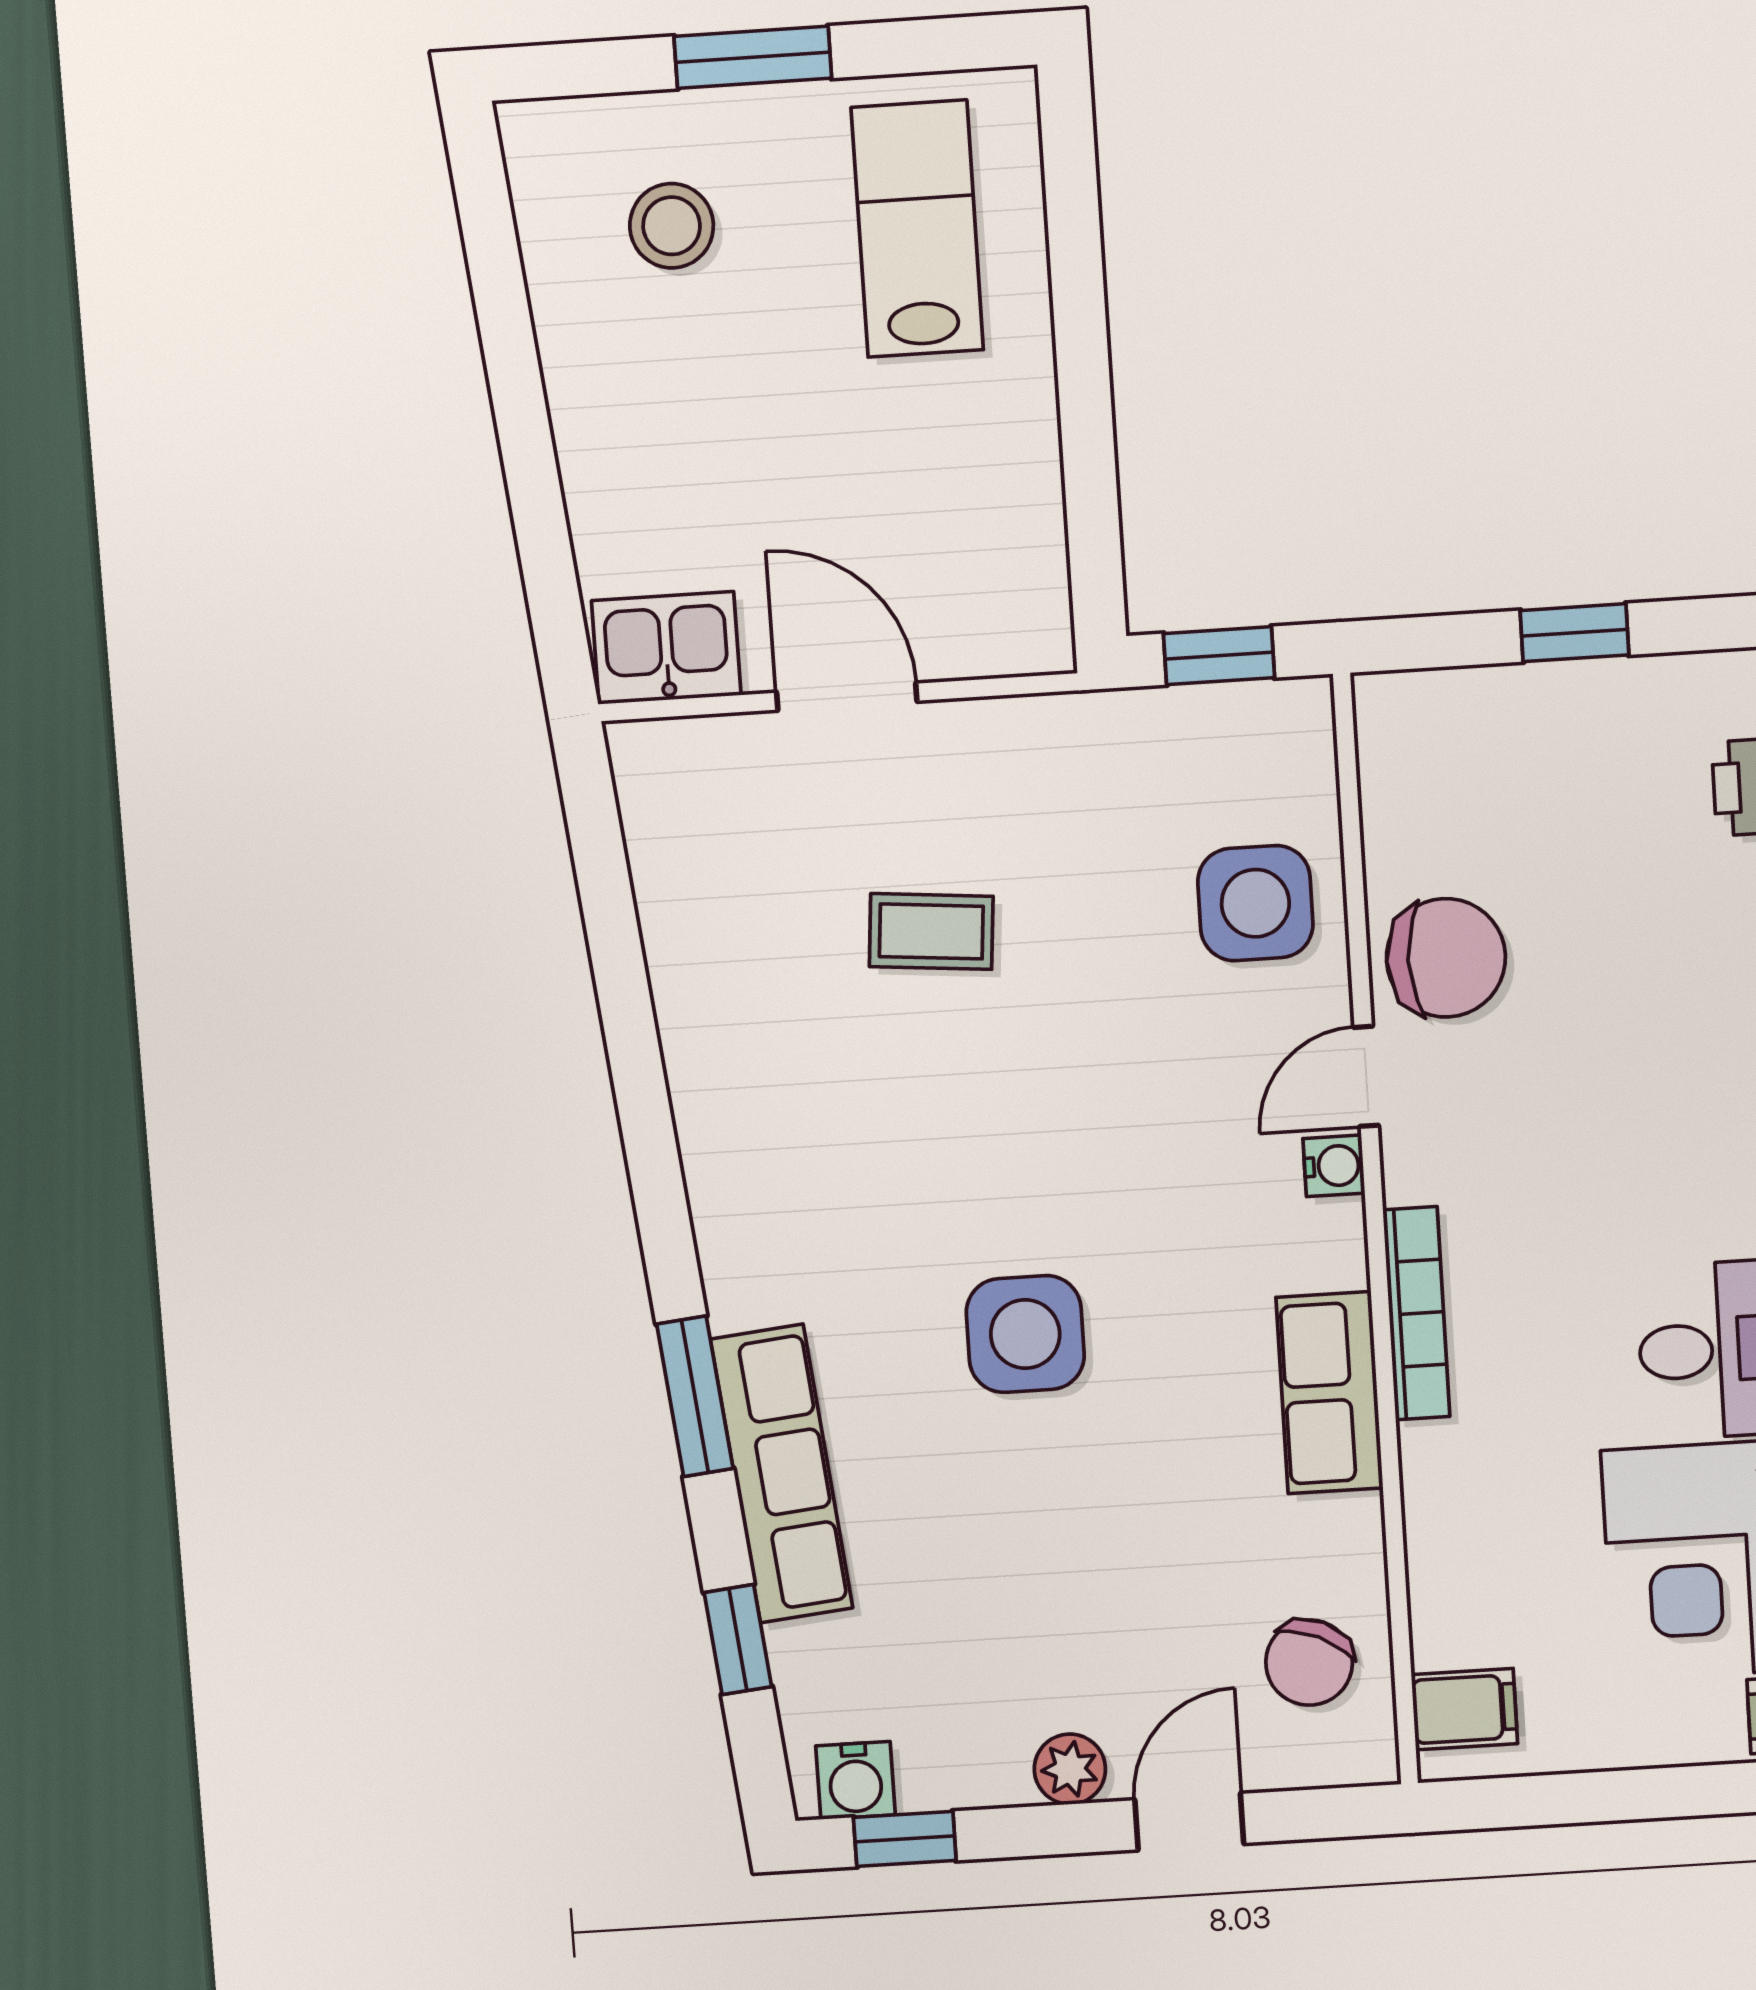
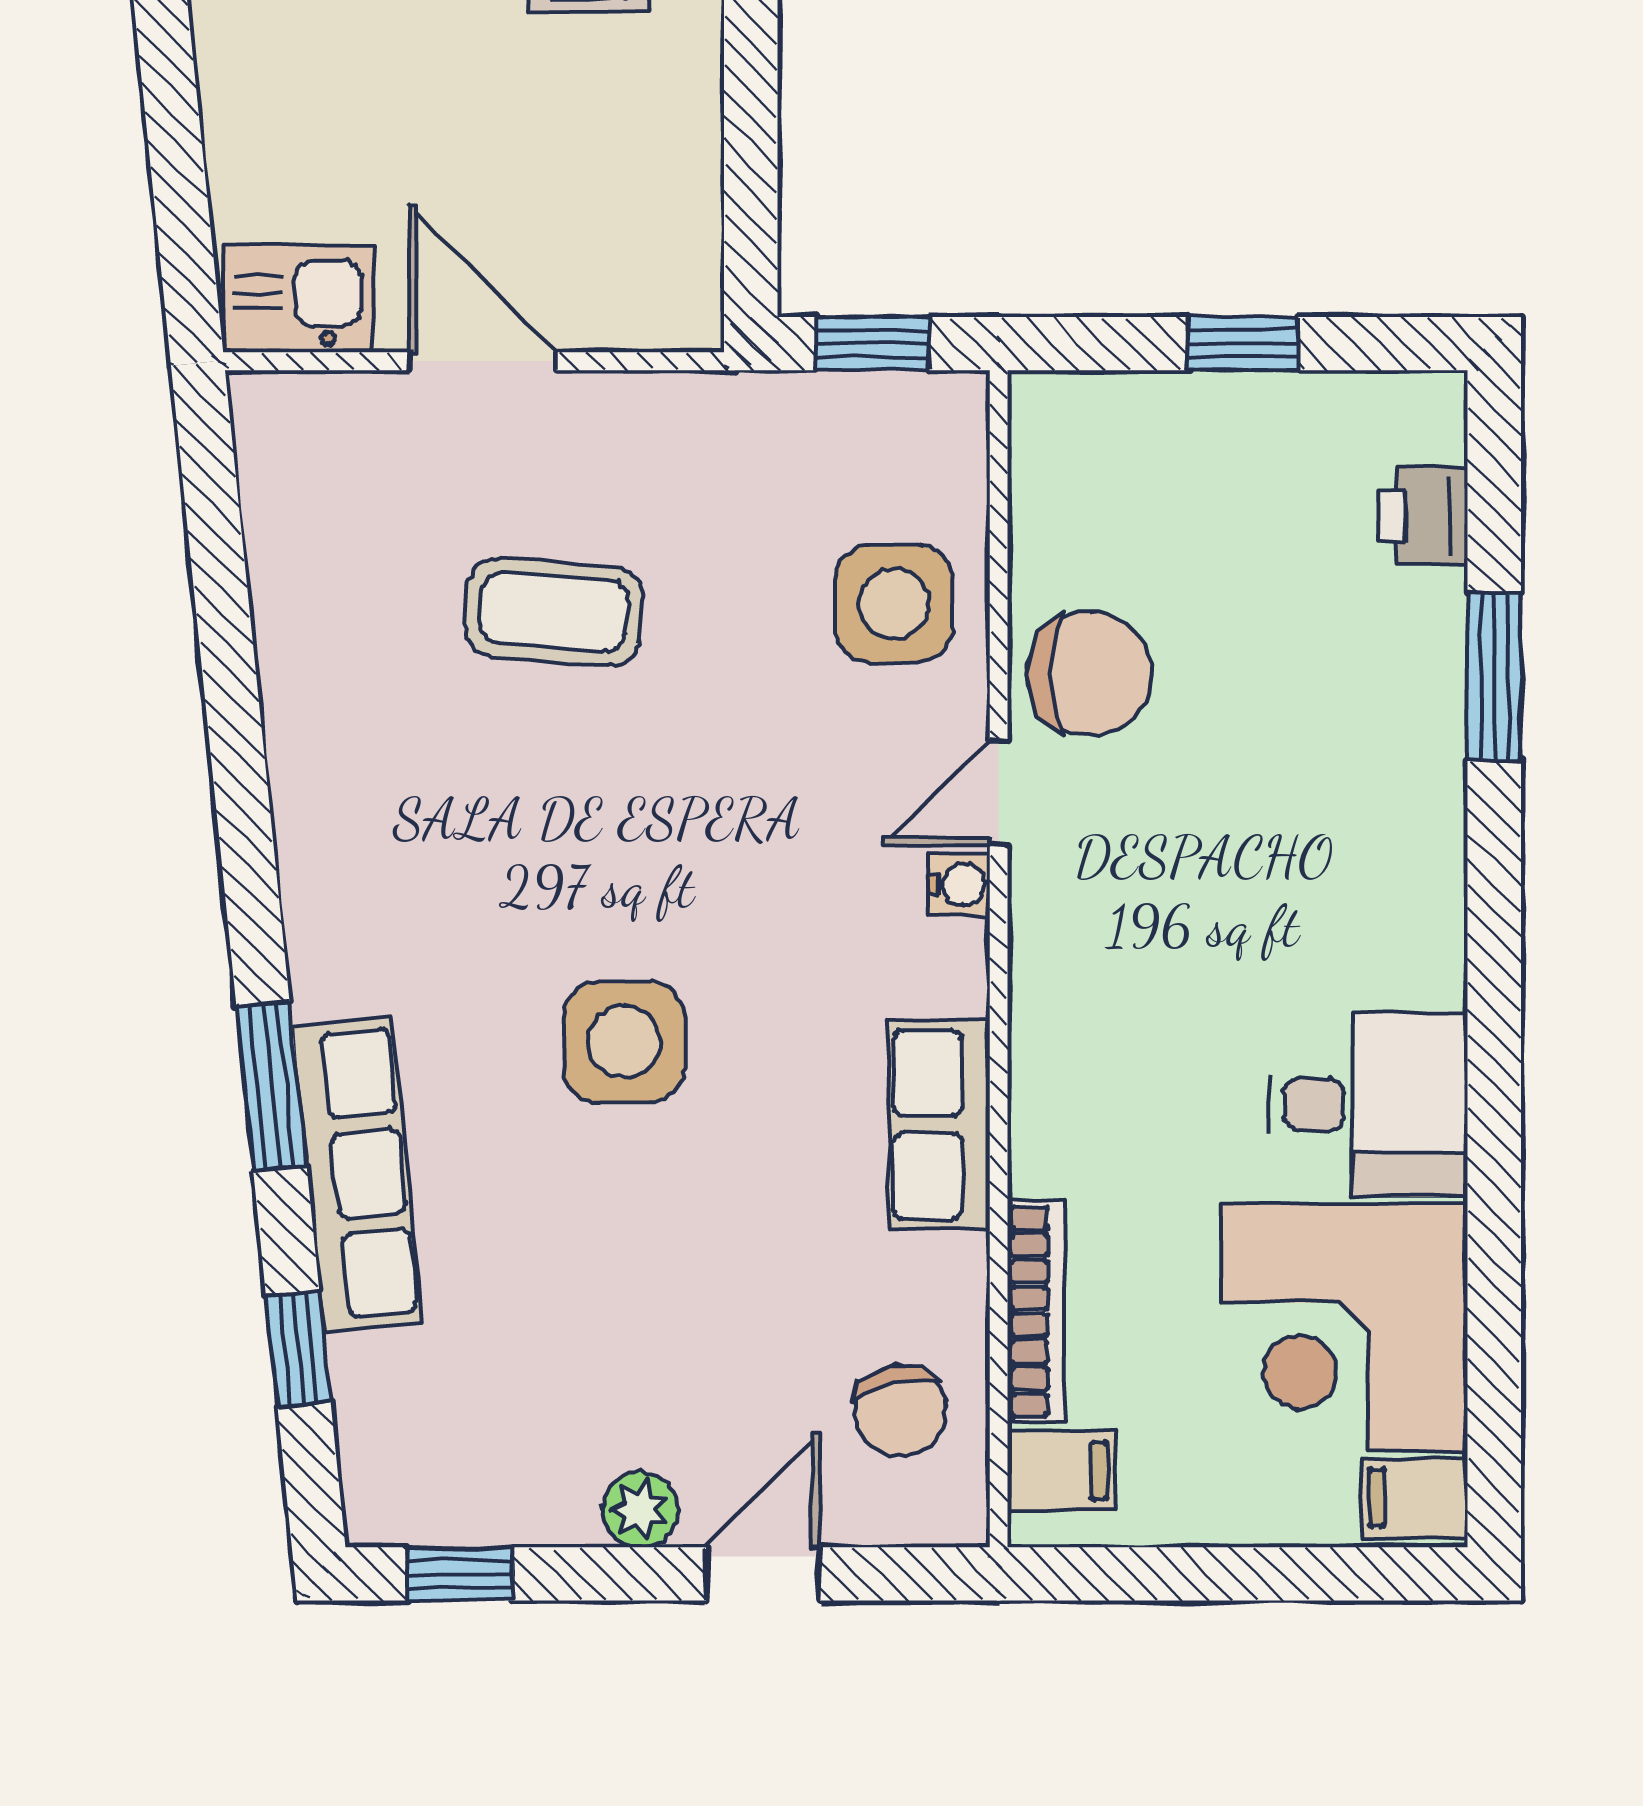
coffee table: (931, 931) -> (554, 612), width x1.36, depth x1.30
bookcase: (1416, 1313) -> (1036, 1312), moved
chair: (1309, 1662) -> (900, 1411), turned -38
water cooler: (855, 1780) -> (412, 1508), removed

